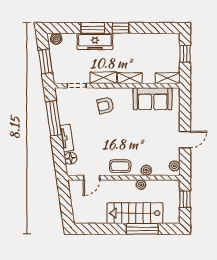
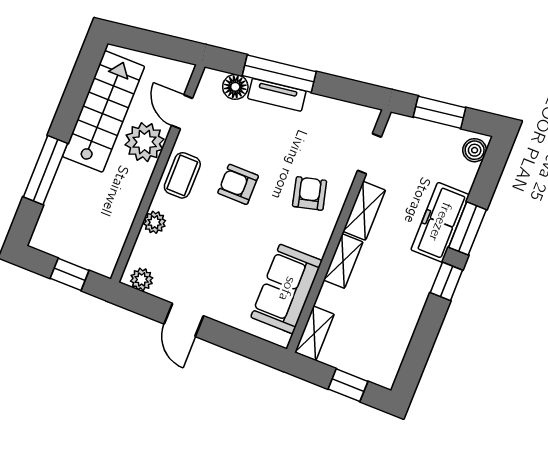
window: (54, 118) -> (279, 74), moved
armchair: (114, 139) -> (238, 184), added
plant: (141, 185) -> (145, 142), moved, width x1.88, depth x1.88
stairs: (135, 213) -> (104, 111), moved

